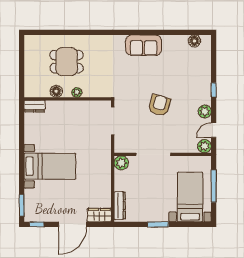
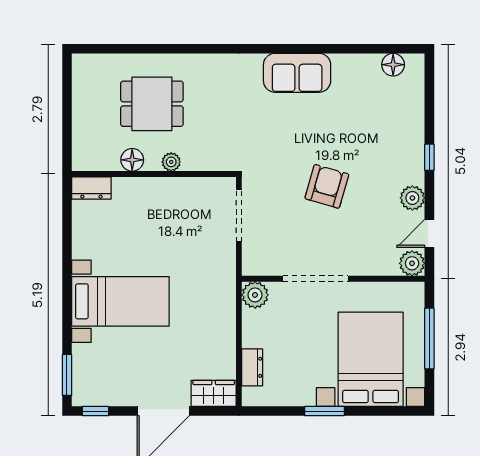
bed with nightstands: (190, 197) -> (371, 359), width x1.36
dresser: (120, 206) -> (252, 367), width x0.70

